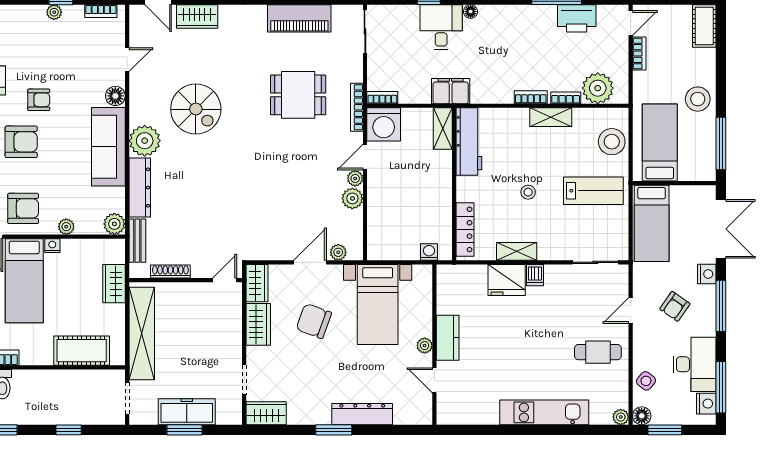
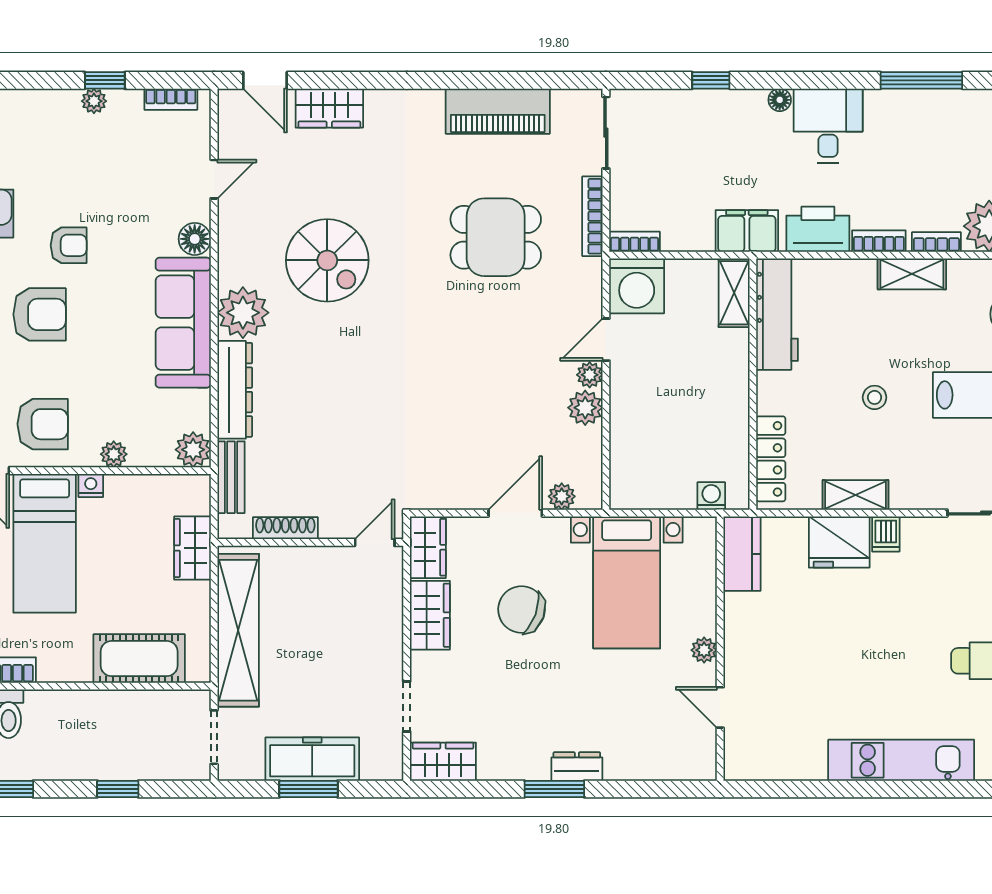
printer: (577, 18) -> (818, 229), moved, turned 180
desk: (441, 27) -> (828, 126), moved
bookcase: (357, 107) -> (592, 216), moved
kitchen counter: (448, 338) -> (742, 554), moved
dresser: (362, 414) -> (577, 767), width x0.51, depth x0.80

